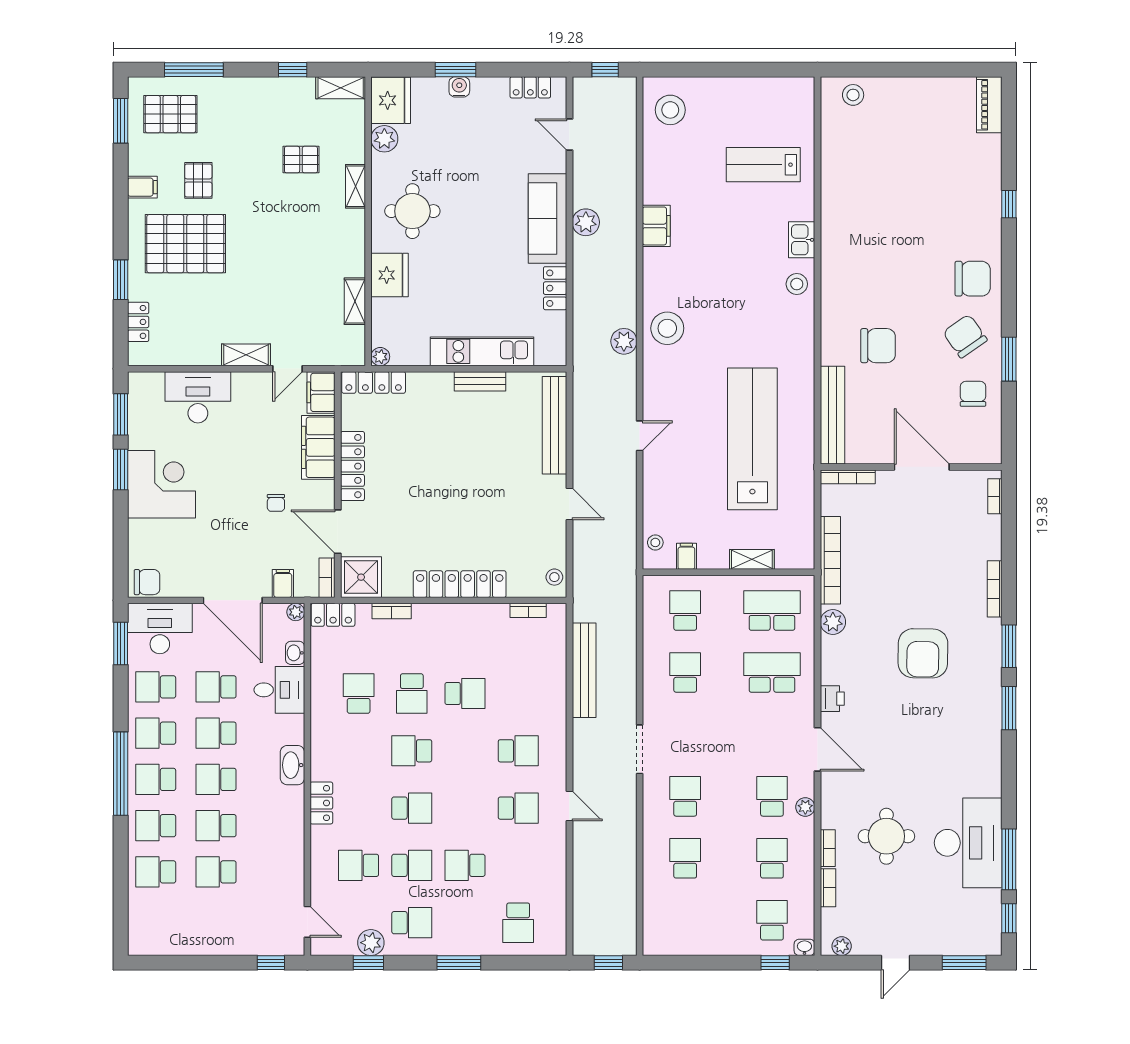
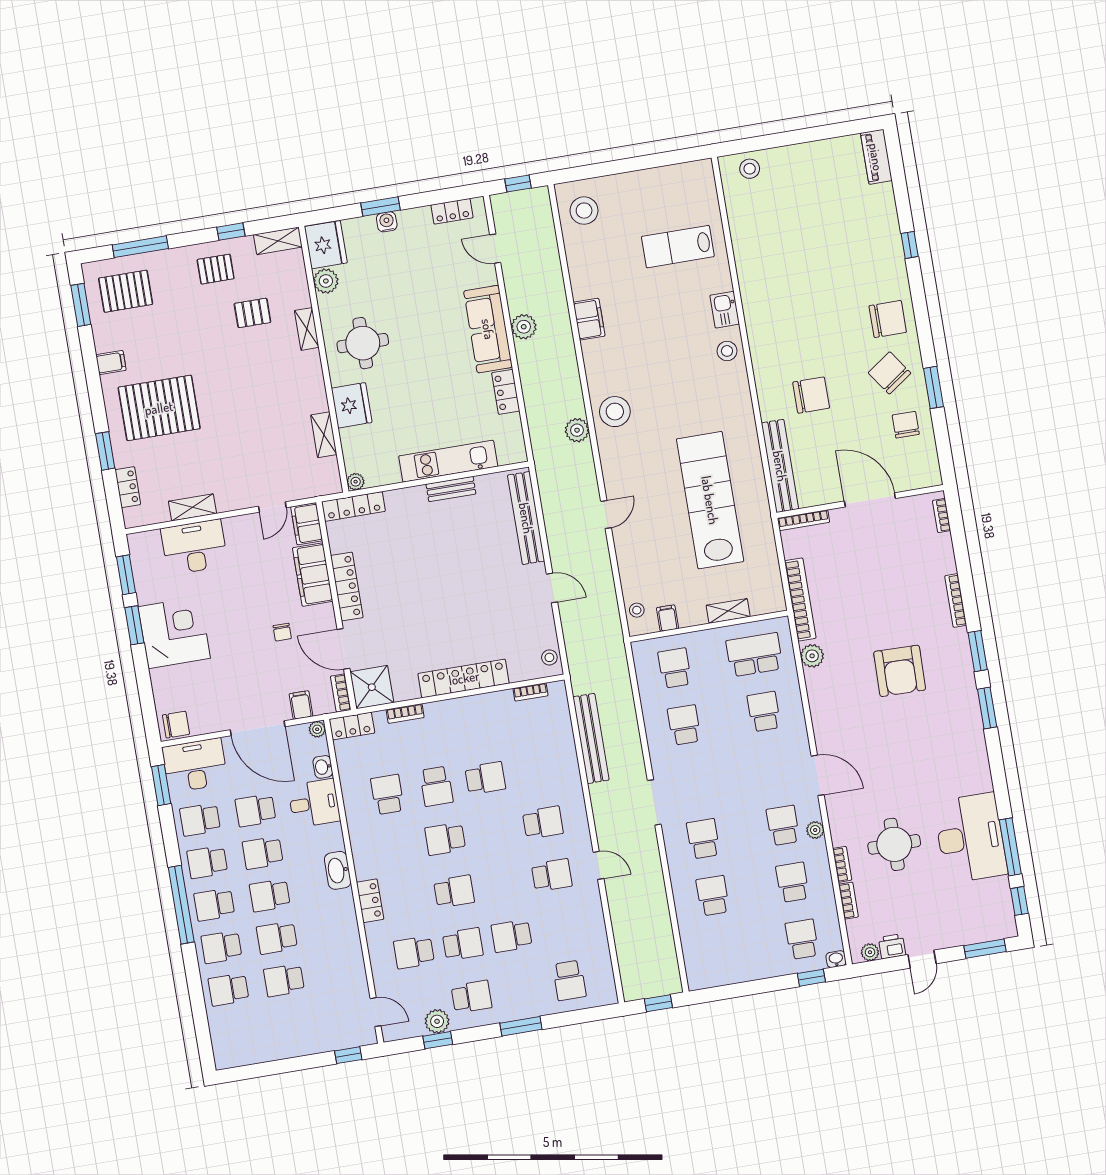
pallet: (198, 180) -> (216, 269), moved, turned 90
shelving: (246, 355) -> (192, 507), moved
school desk: (772, 672) -> (764, 712), width x0.54
printer: (832, 699) -> (892, 946), moved, turned -90

